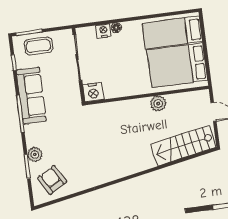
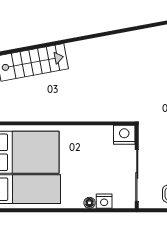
plant: (158, 103) -> (54, 113), removed

